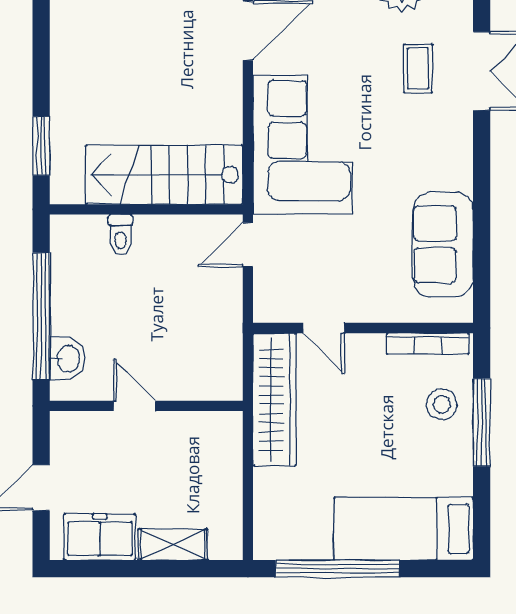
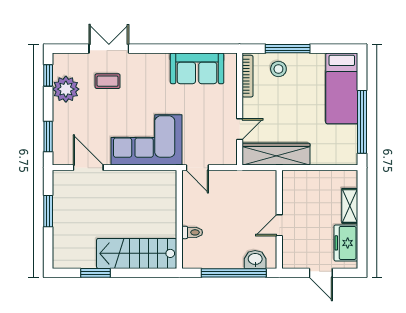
window: (41, 146) -> (96, 273), moved
stairs: (164, 175) -> (137, 253), moved, turned 90

